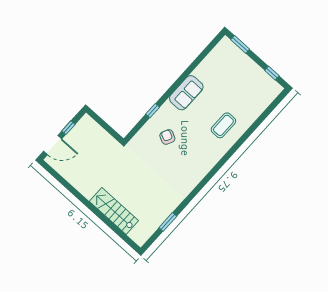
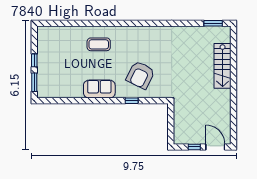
window: (272, 73) -> (34, 60), moved
armchair: (167, 137) -> (140, 75), width x1.88, depth x1.88
window: (168, 222) -> (213, 23), moved

